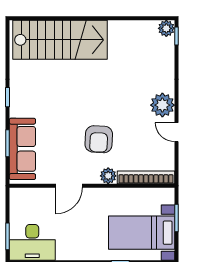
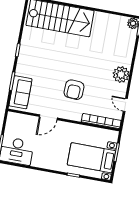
door: (176, 132) -> (125, 105), moved
sofa: (22, 149) -> (20, 92), width x0.73
plant: (108, 176) -> (76, 115), removed

